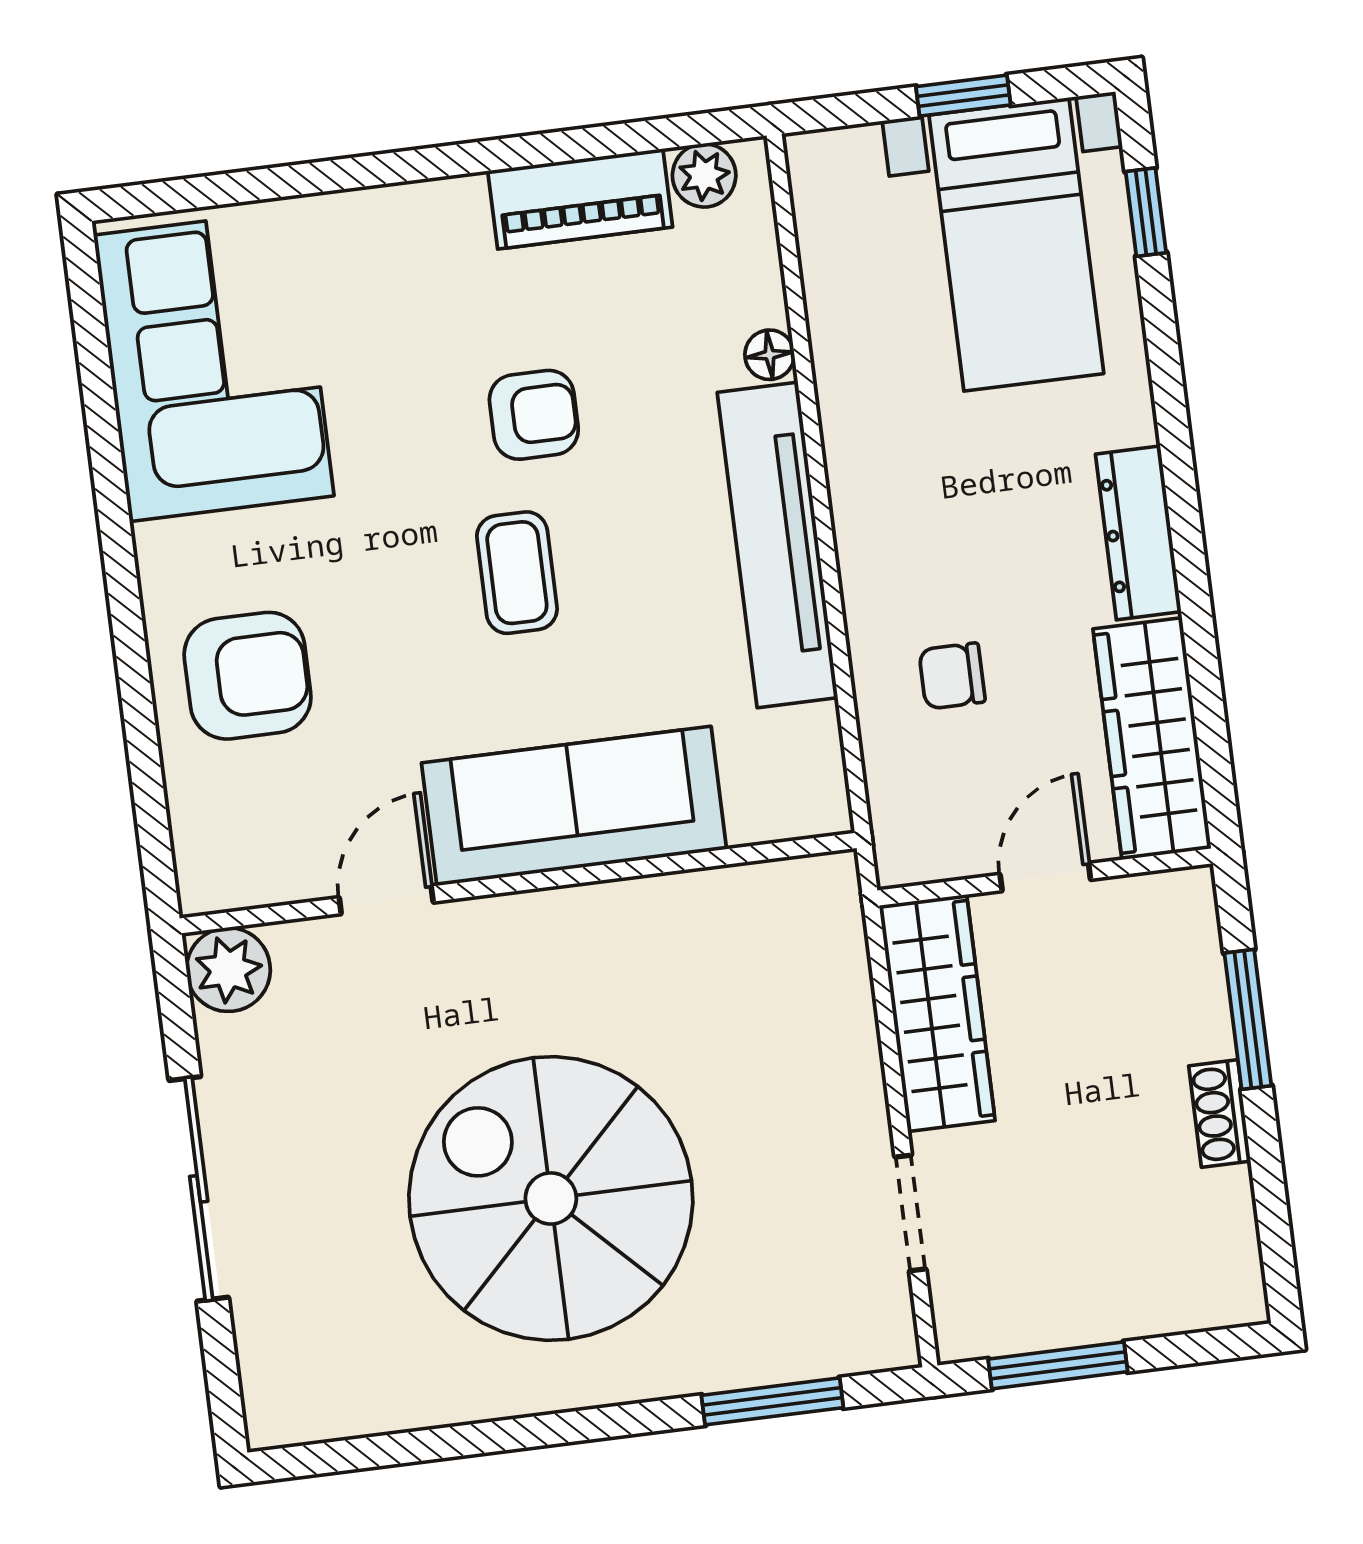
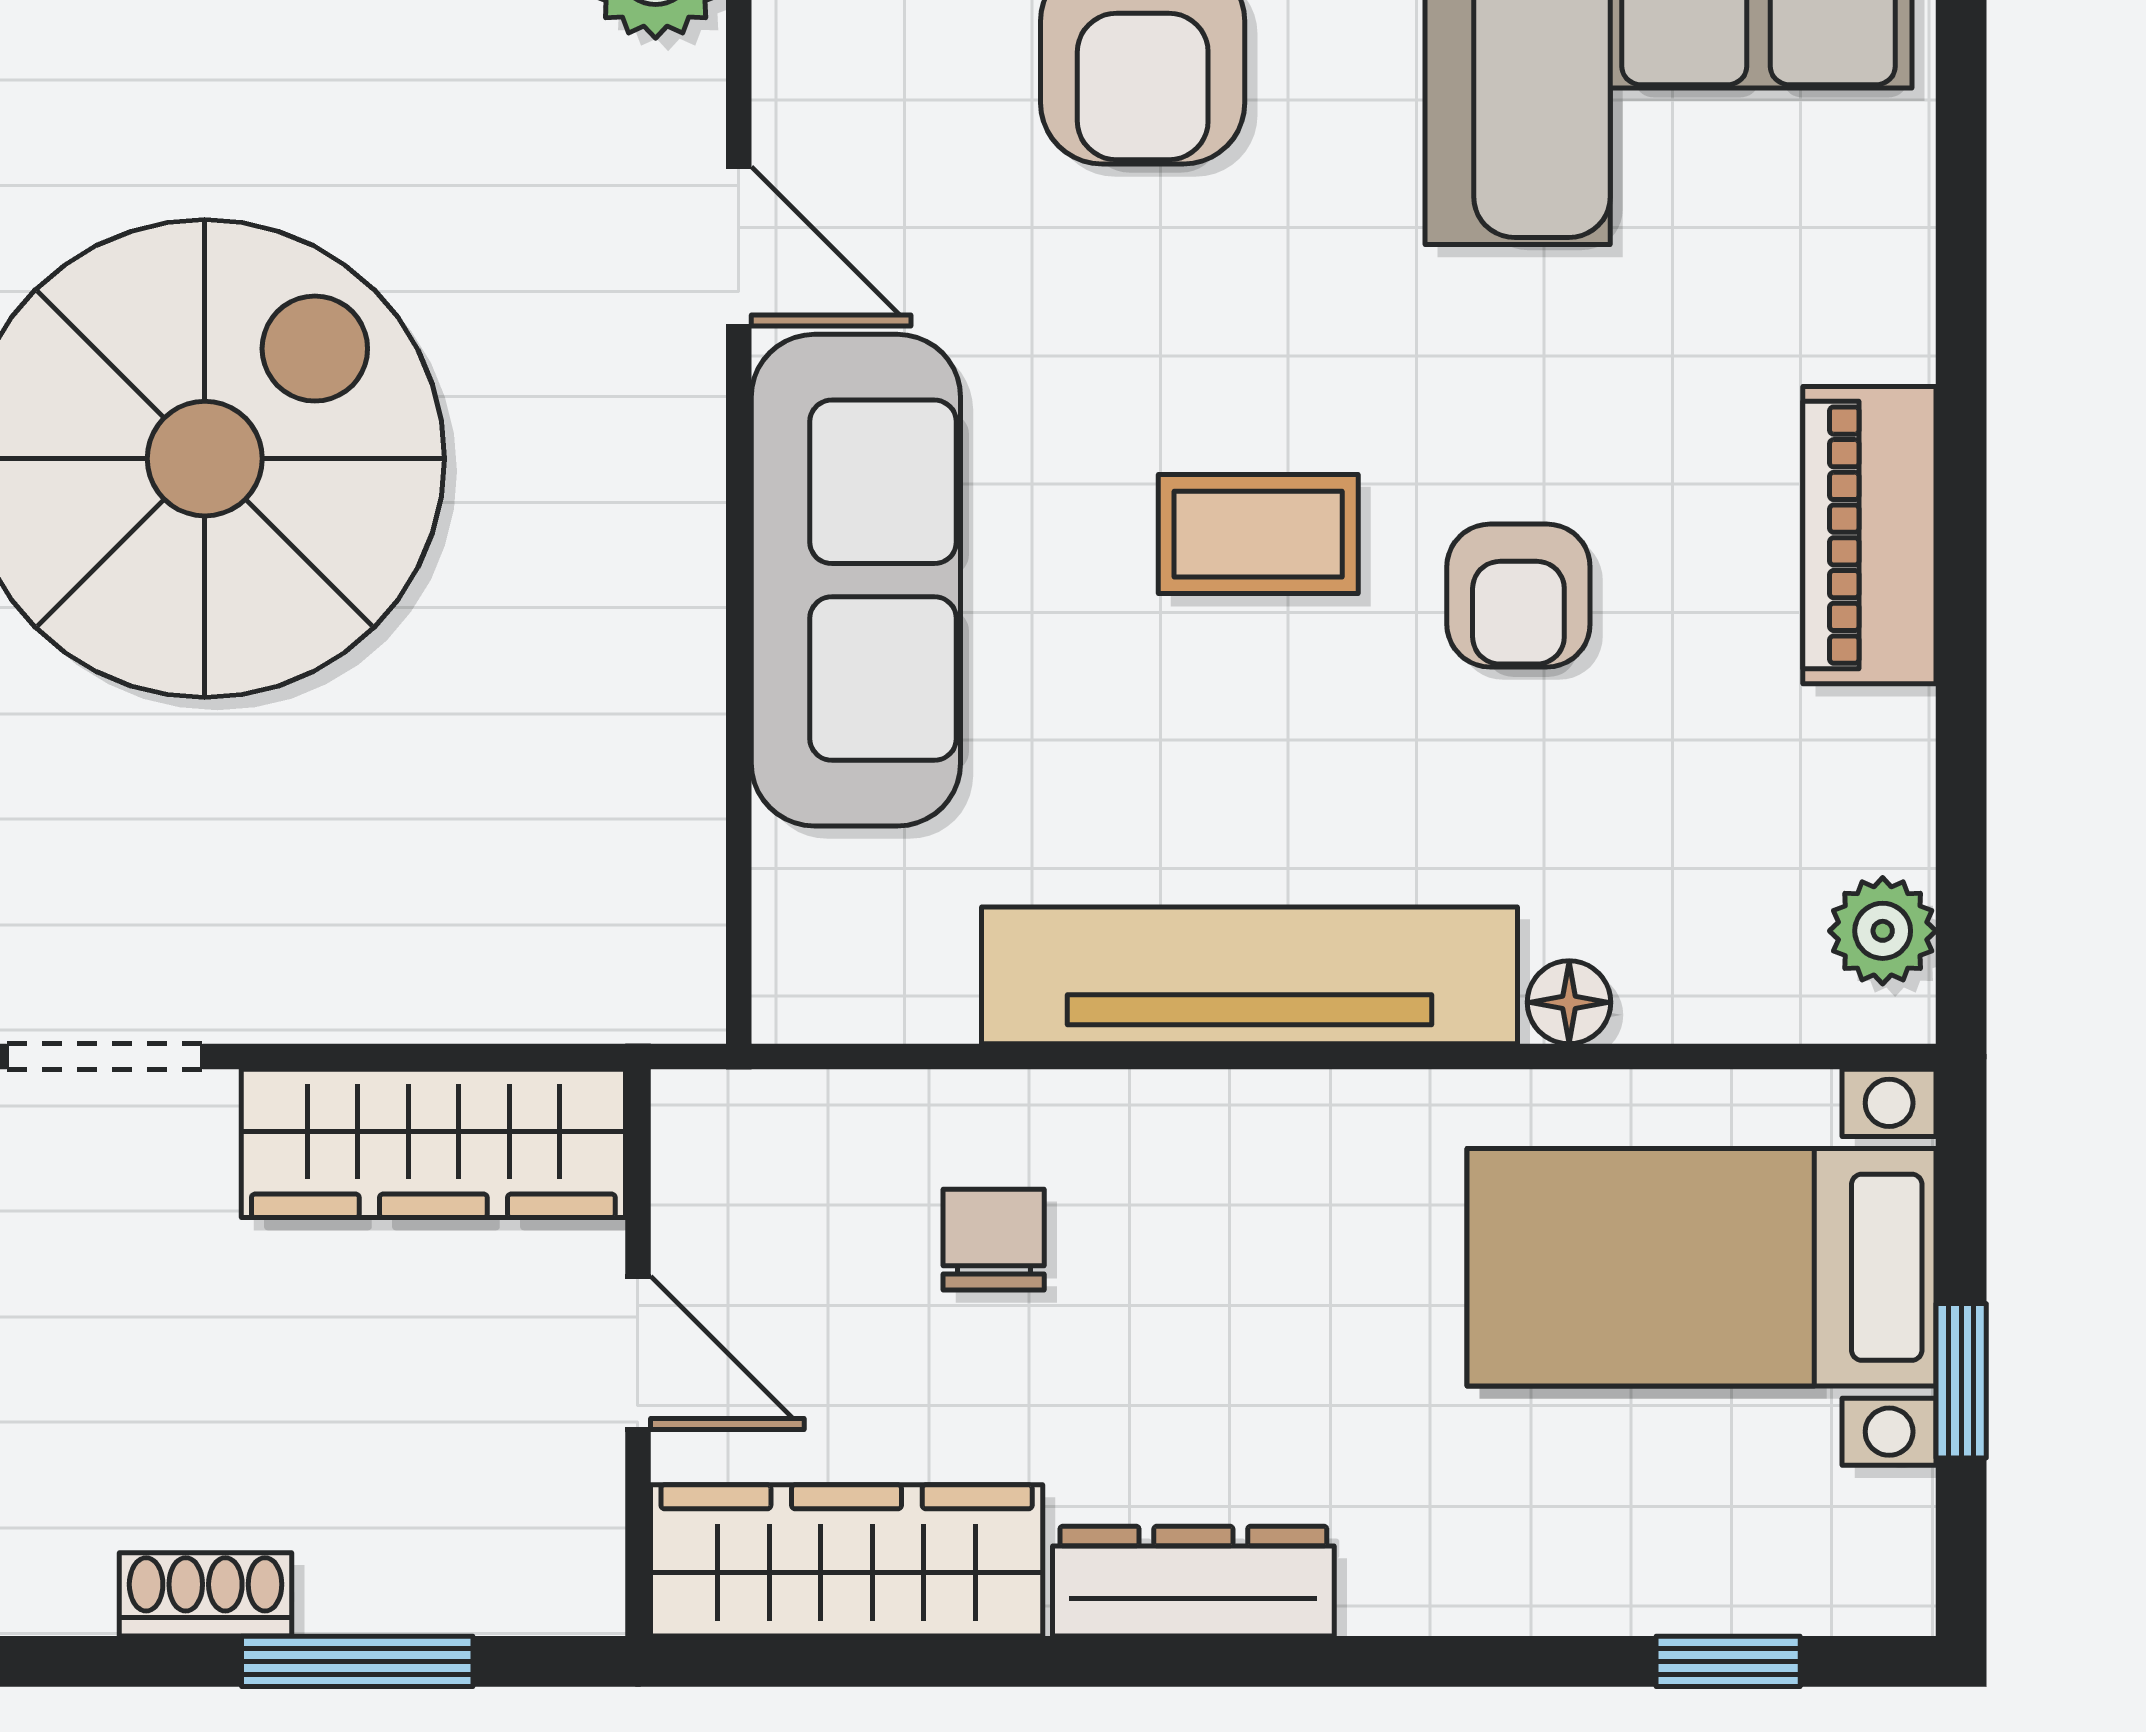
piano: (580, 199) -> (1869, 535), moved
bed with nightstands: (1016, 244) -> (1702, 1267), moved

